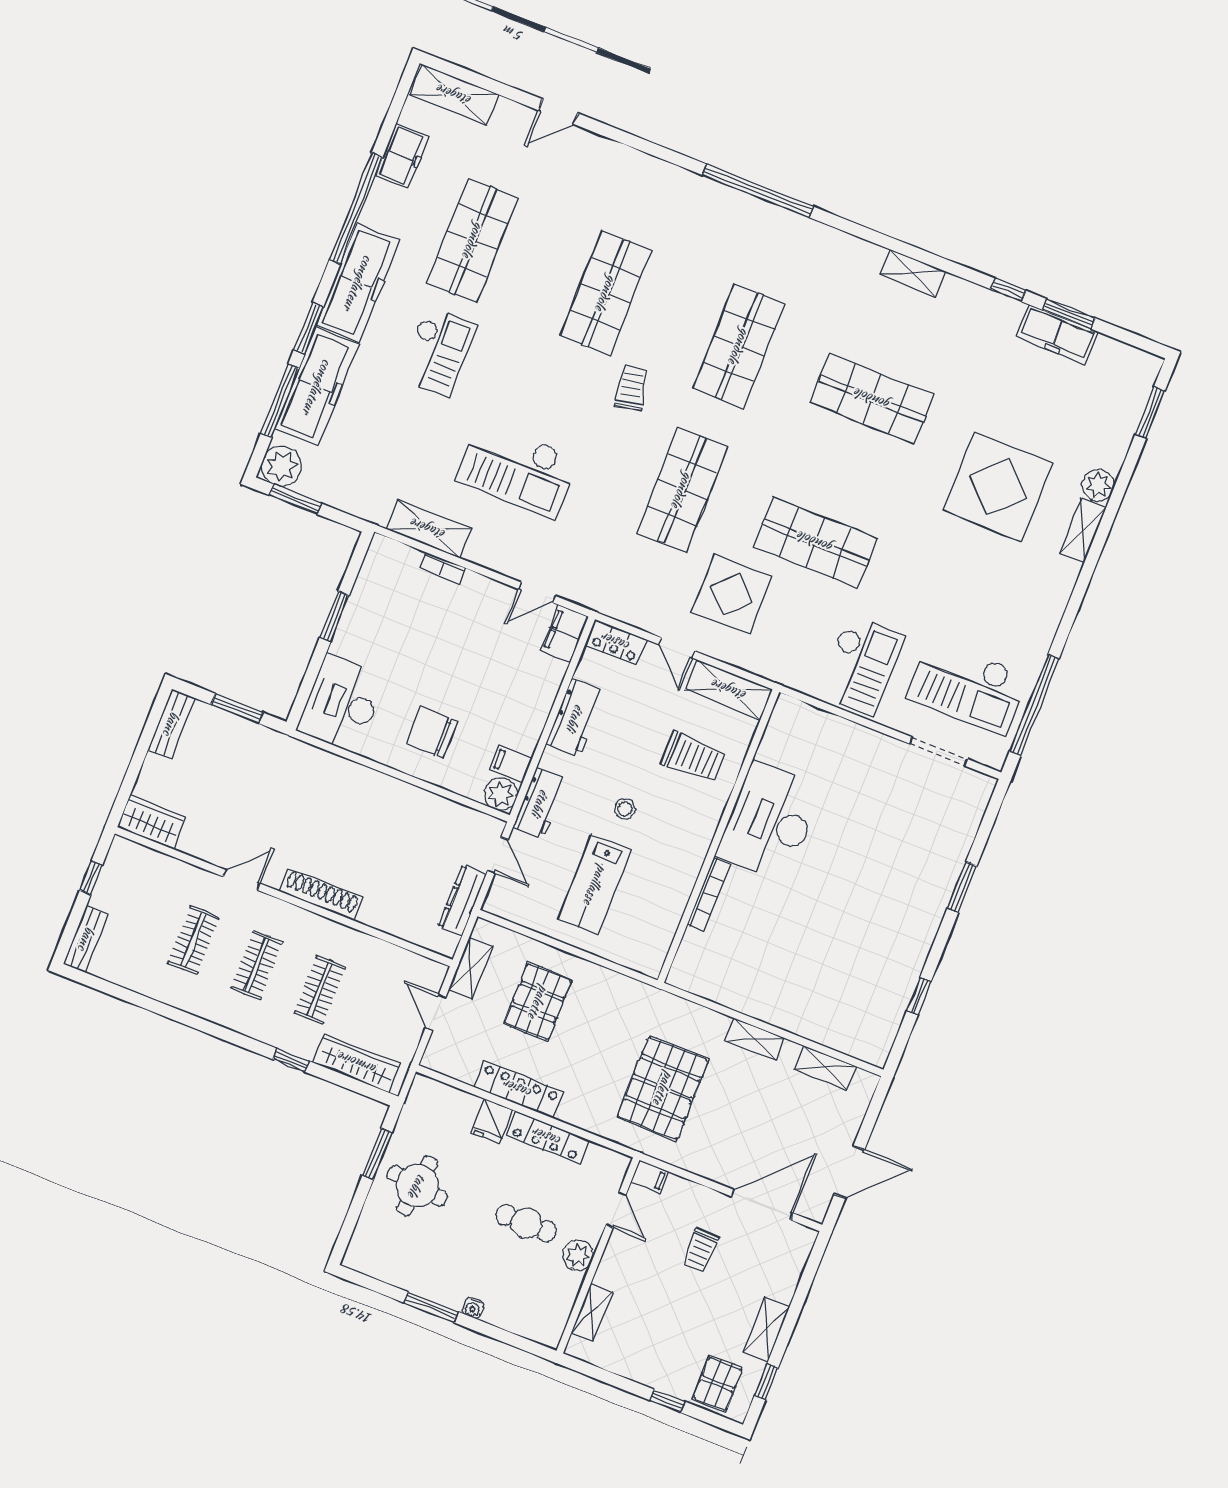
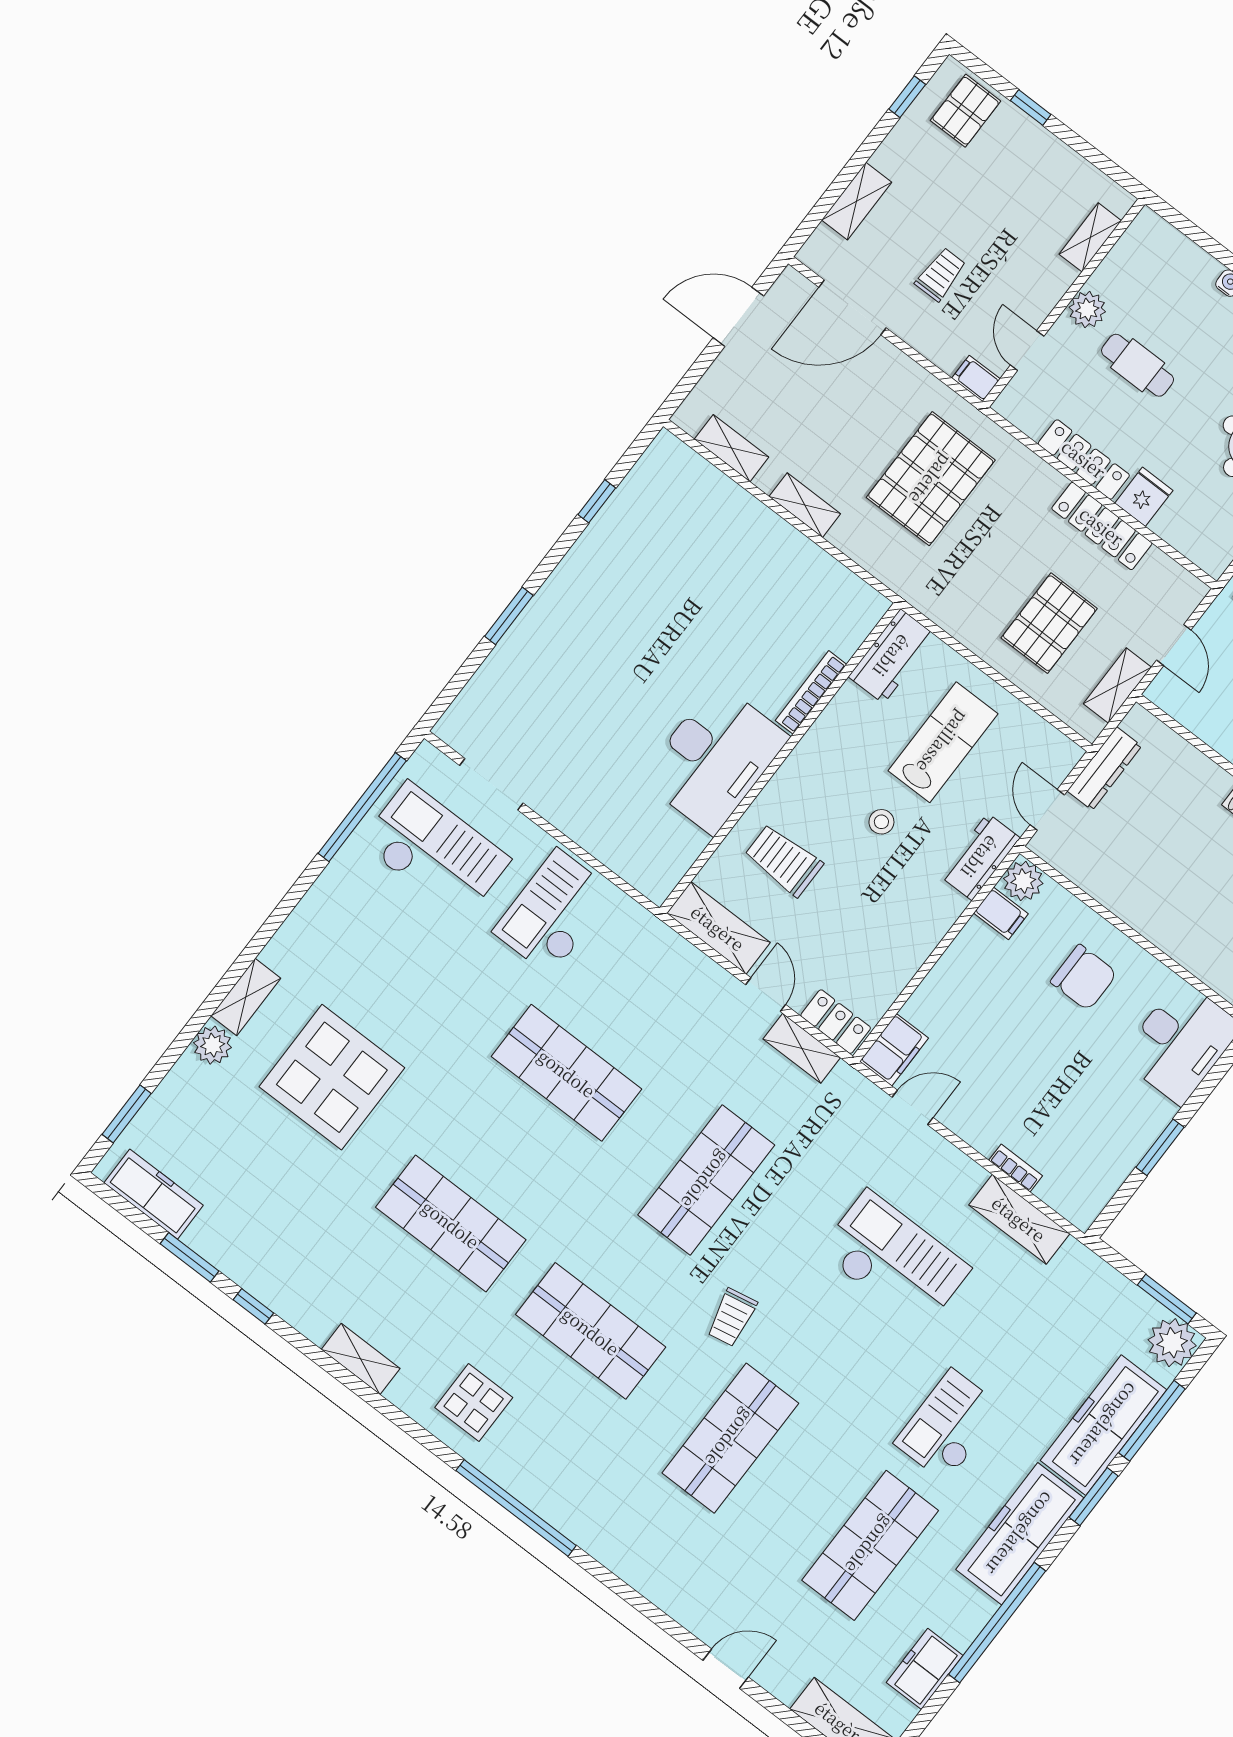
freezer: (1057, 334) -> (154, 1194), moved
shop shelf: (739, 346) -> (591, 1331), turned 90
display table: (731, 594) -> (474, 1403), moved, width x0.73, depth x0.73
shelving: (637, 614) -> (802, 1048), added
workbench: (575, 718) -> (892, 656), moved, turned 180
shelving: (767, 1329) -> (857, 201), moved

